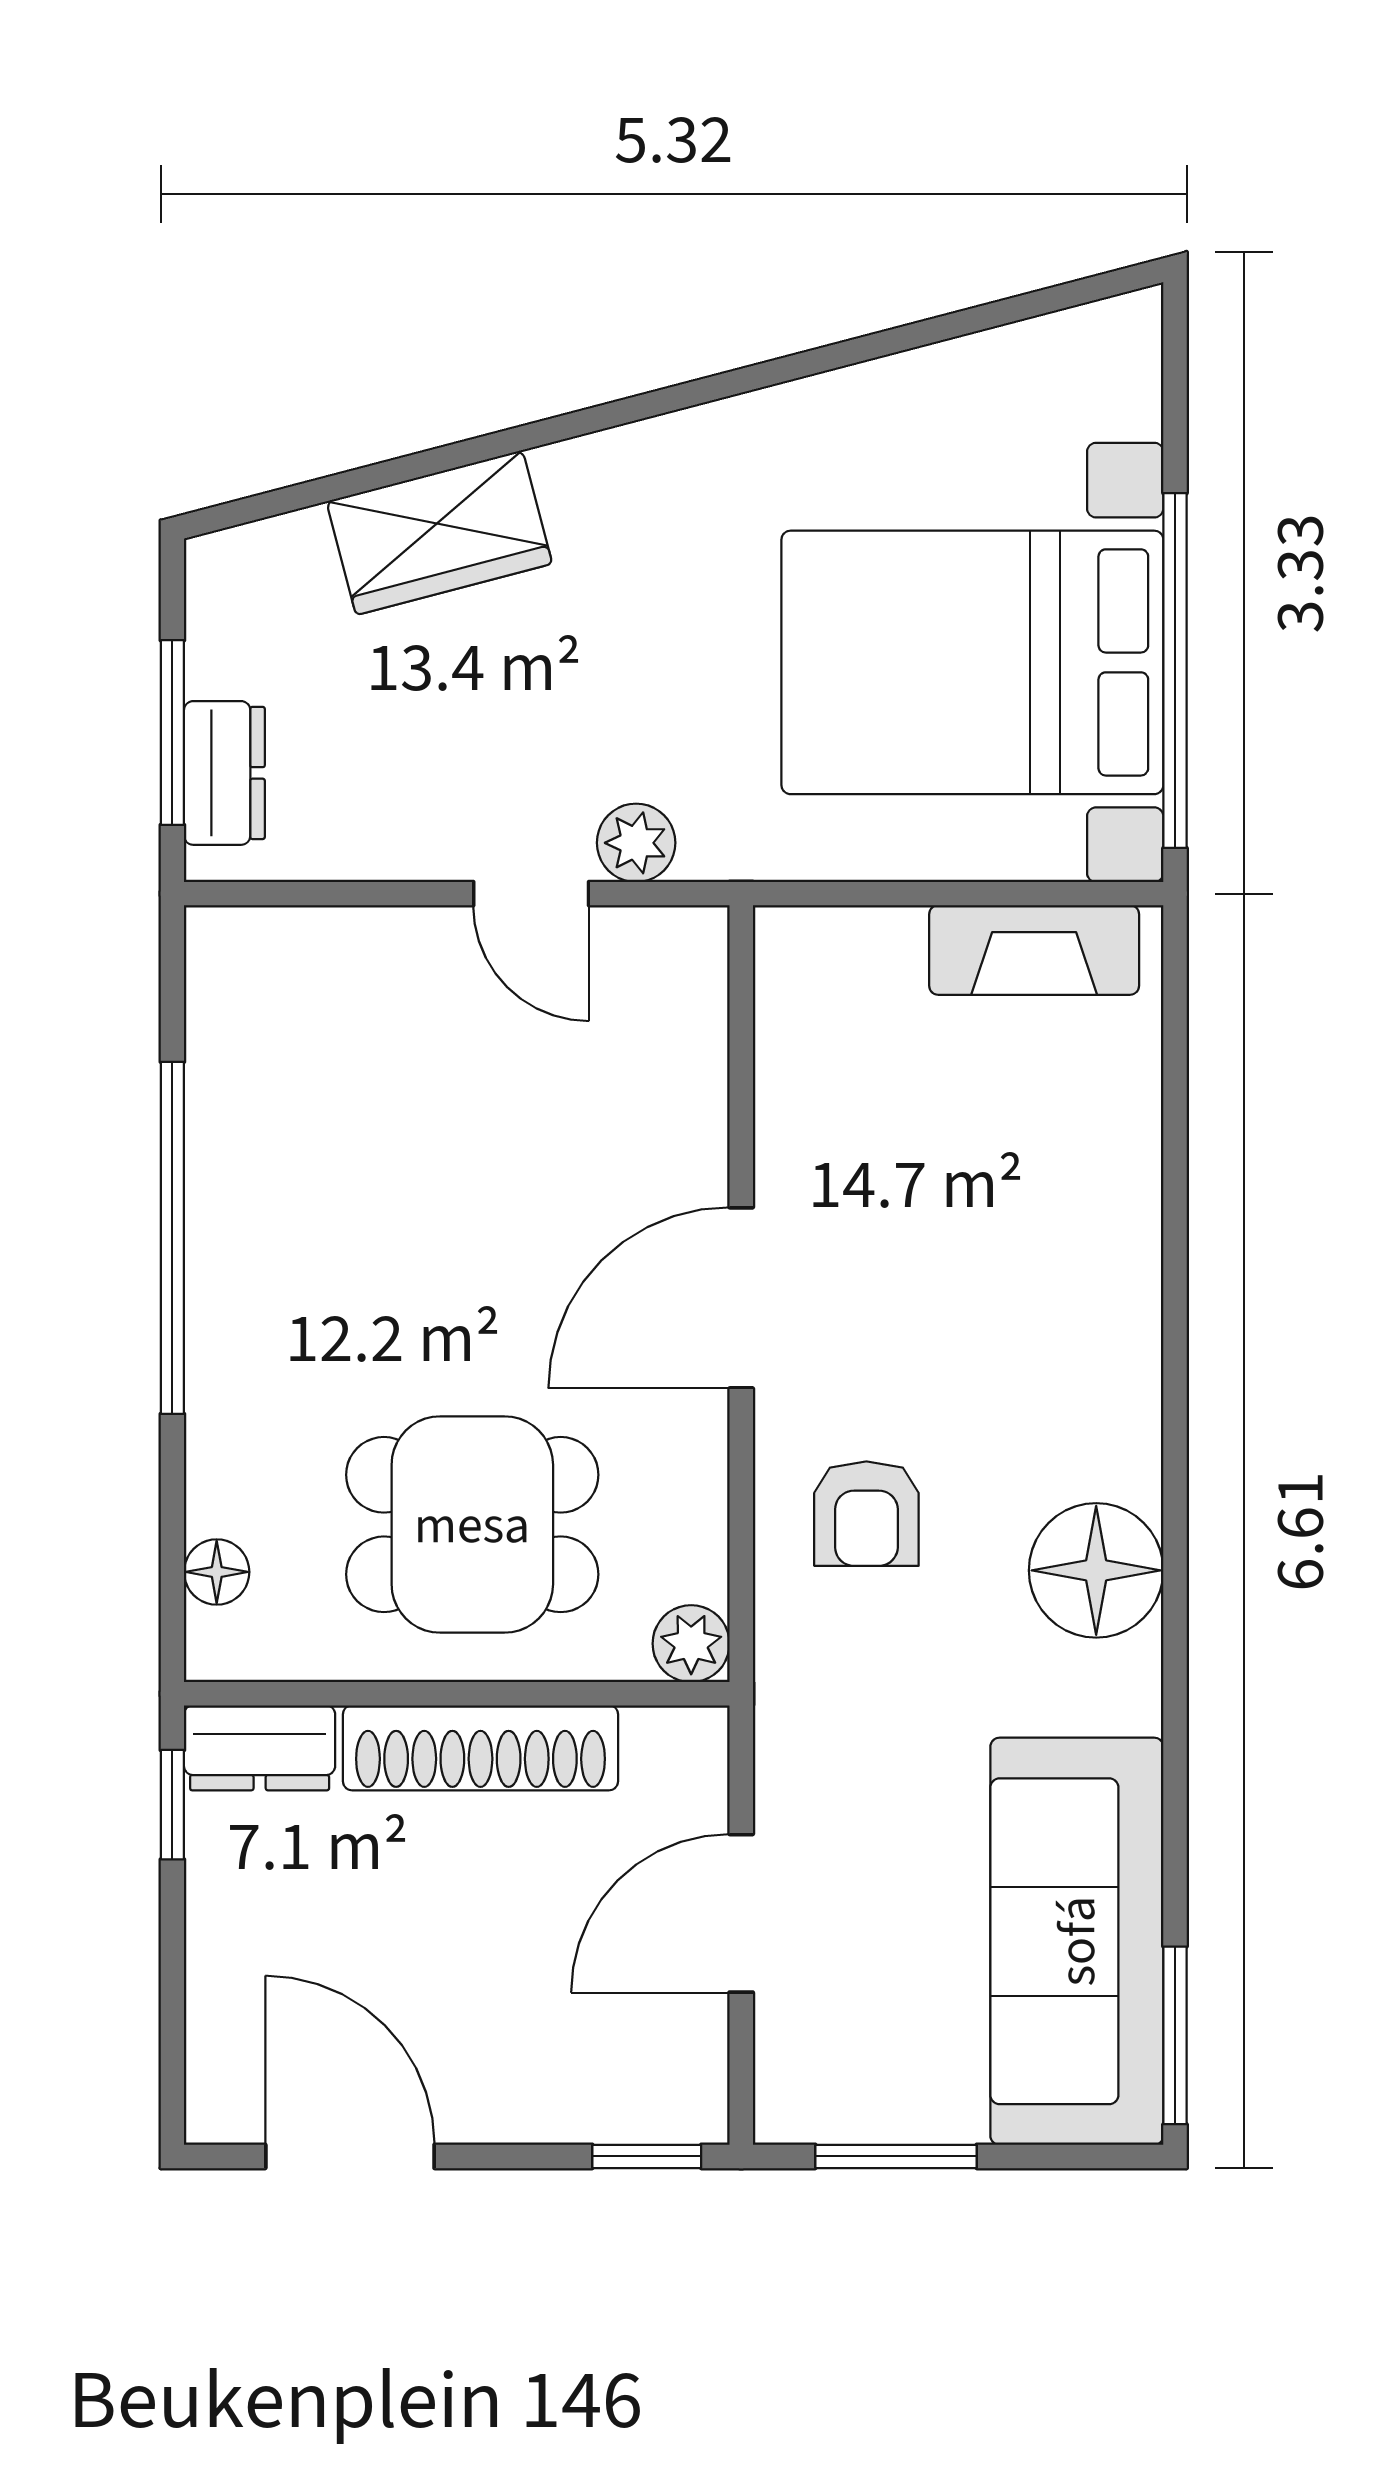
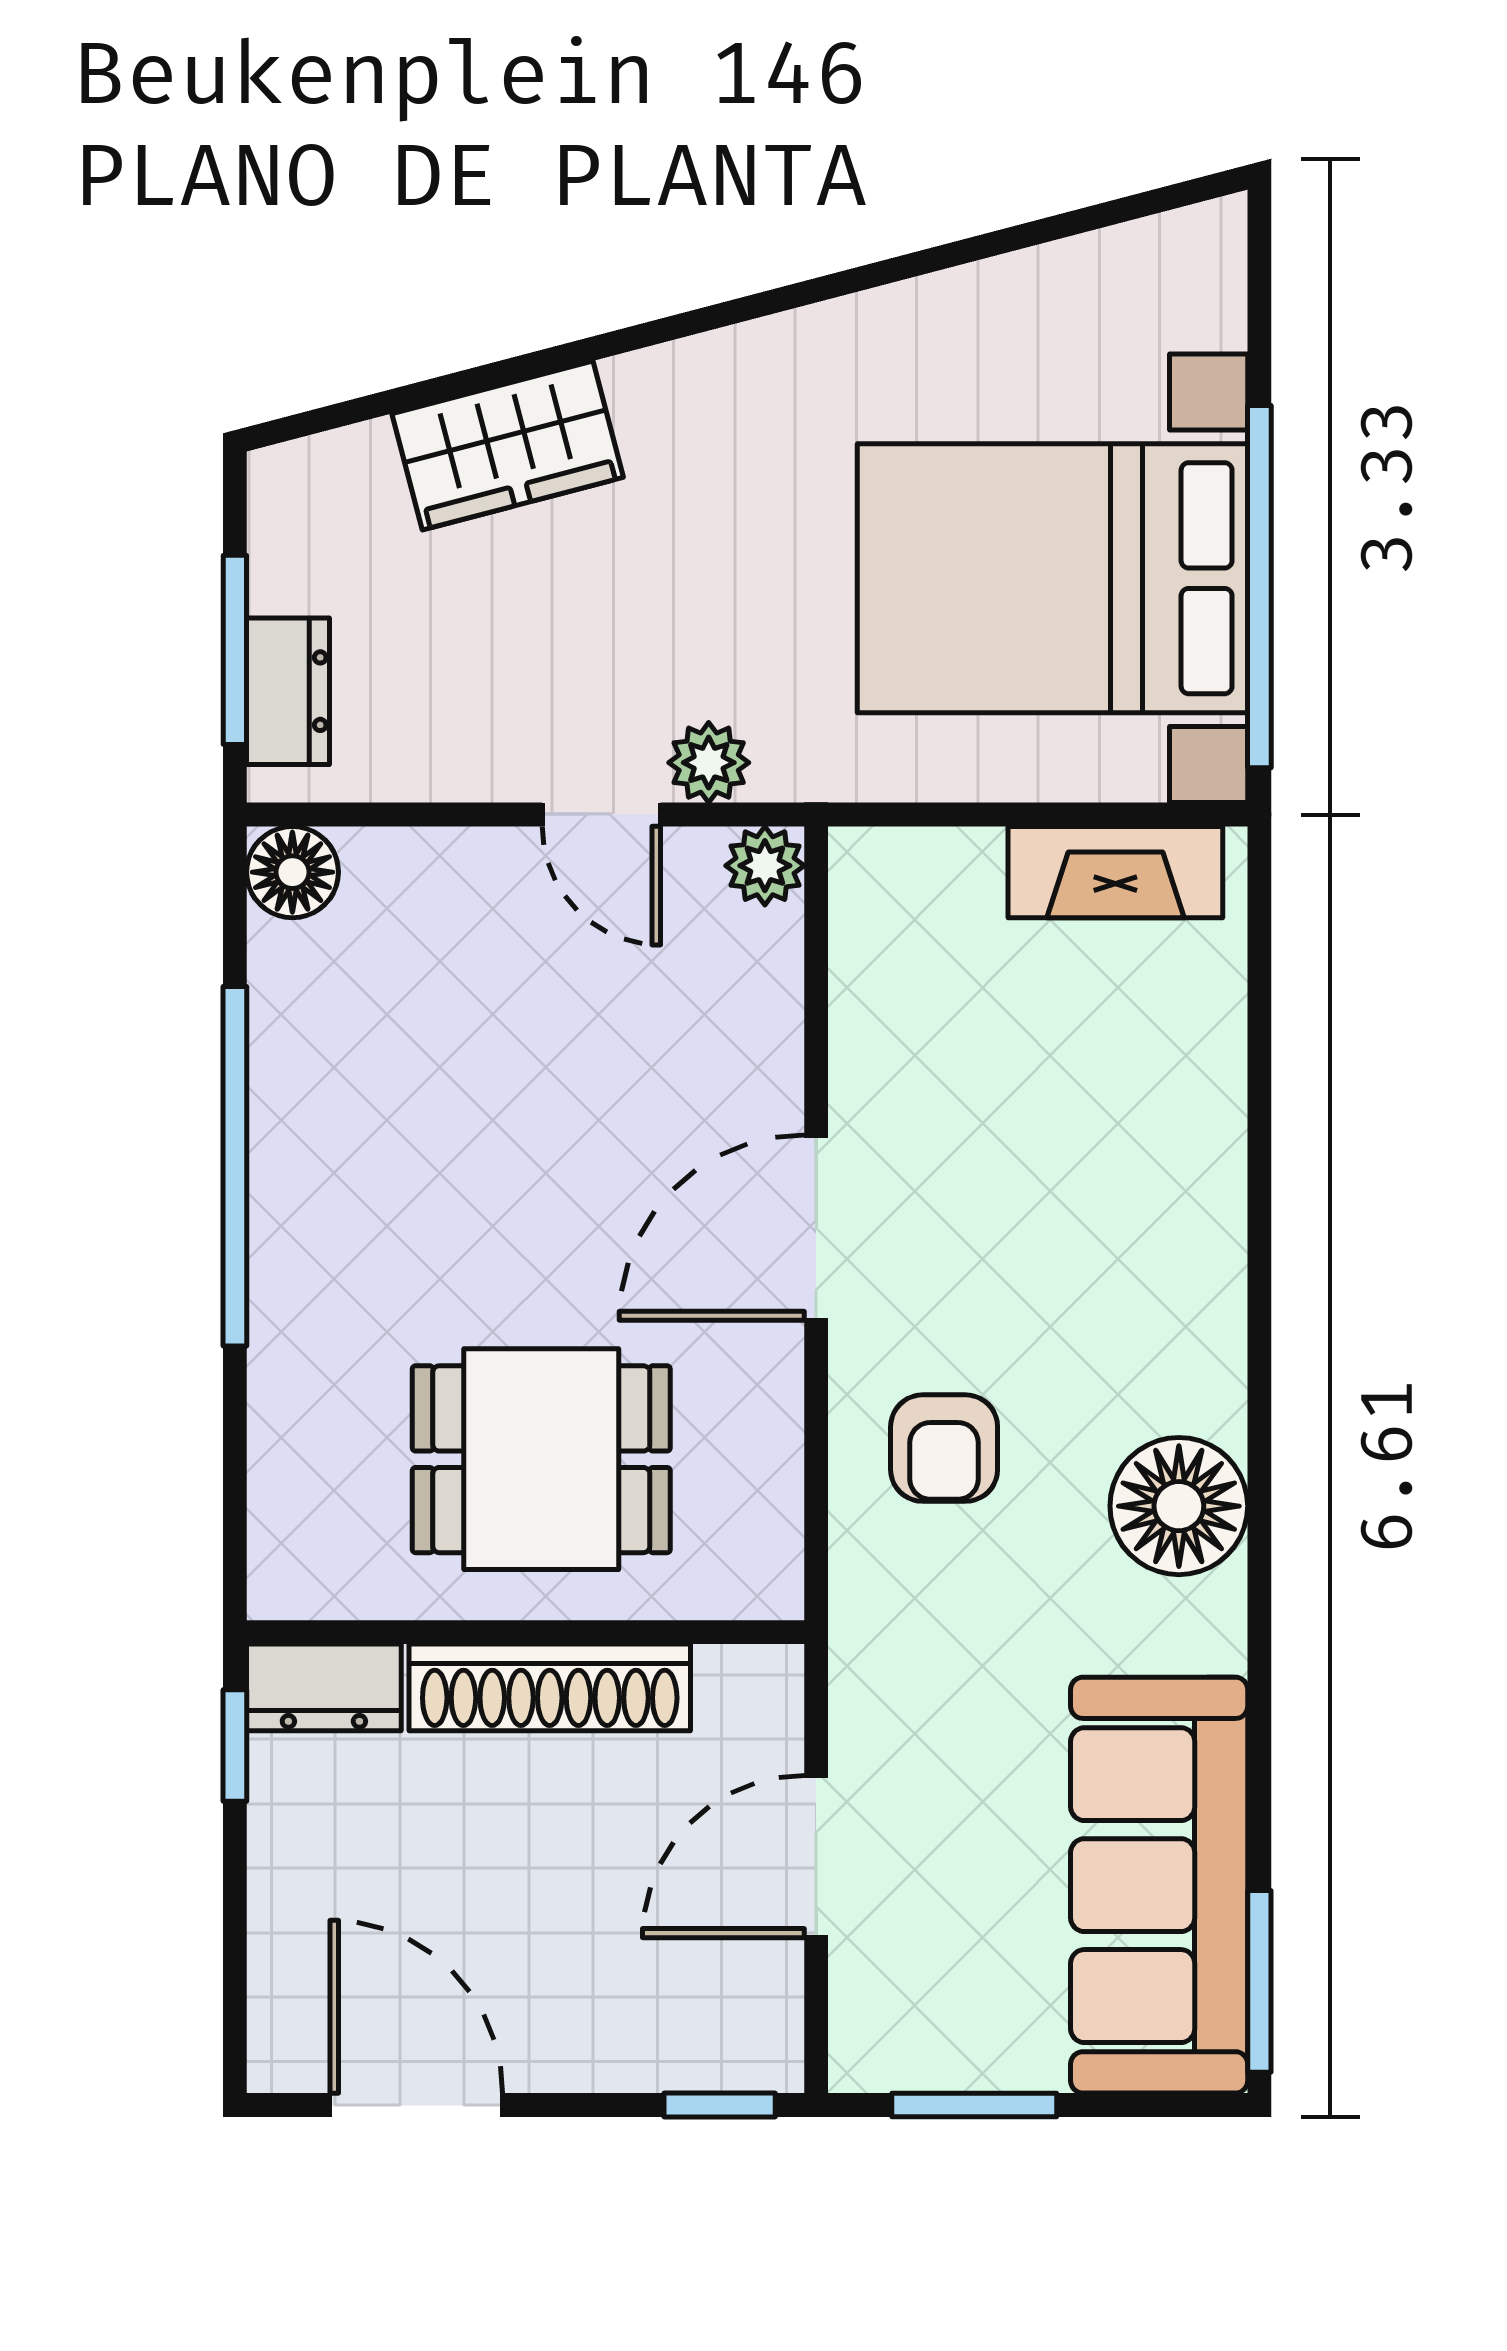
floor lamp: (217, 1572) -> (292, 872), moved, width x1.37, depth x1.37
plant: (691, 1644) -> (765, 866), moved

